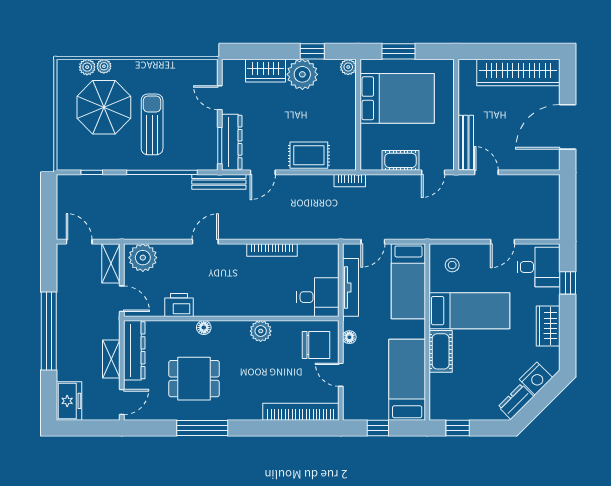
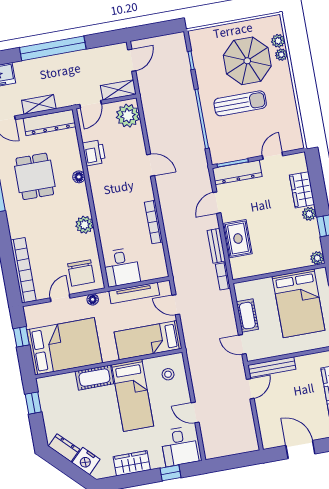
plant: (302, 74) -> (309, 214), width x0.53, depth x0.53
door: (568, 127) -> (300, 450), width x0.73
door: (263, 172) -> (217, 203), hinge flipped
bench: (219, 182) -> (216, 246), moved, width x0.73
bed: (407, 380) -> (64, 346), width x1.50

